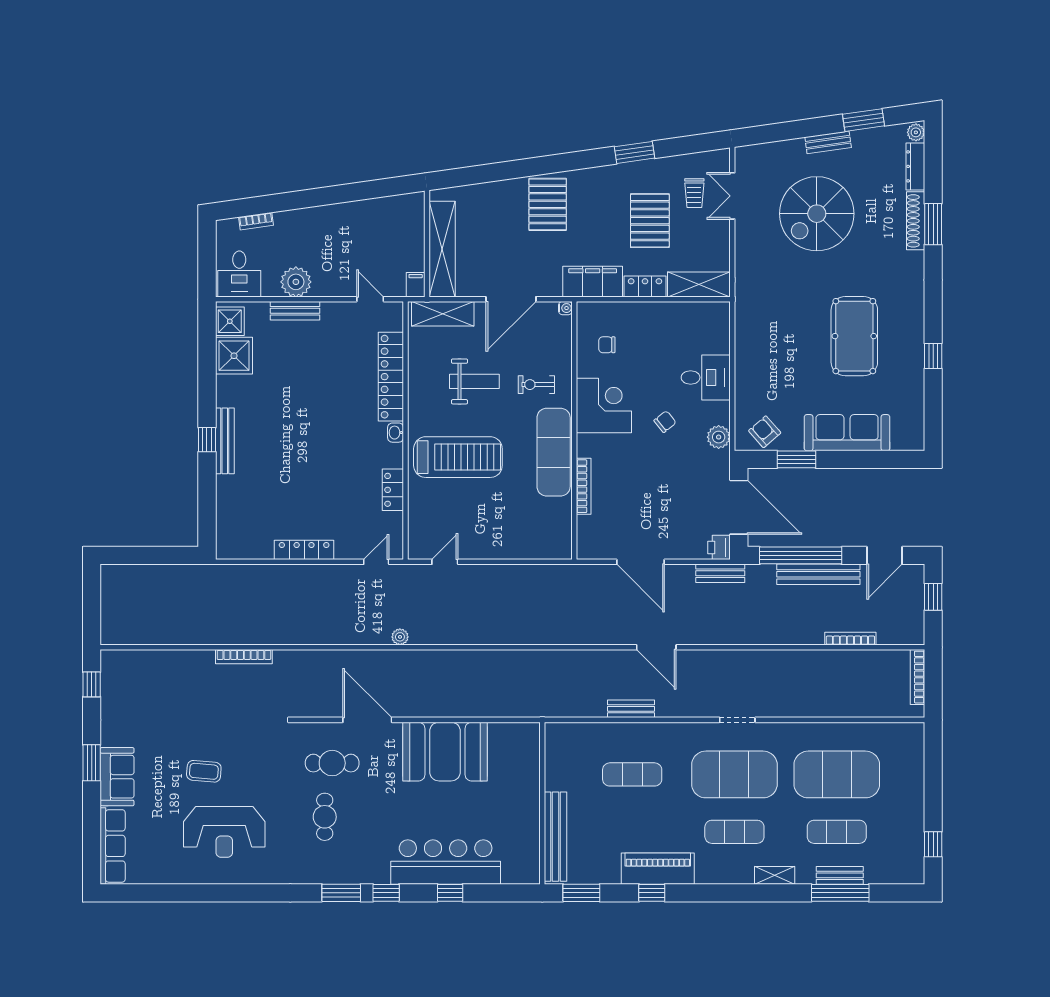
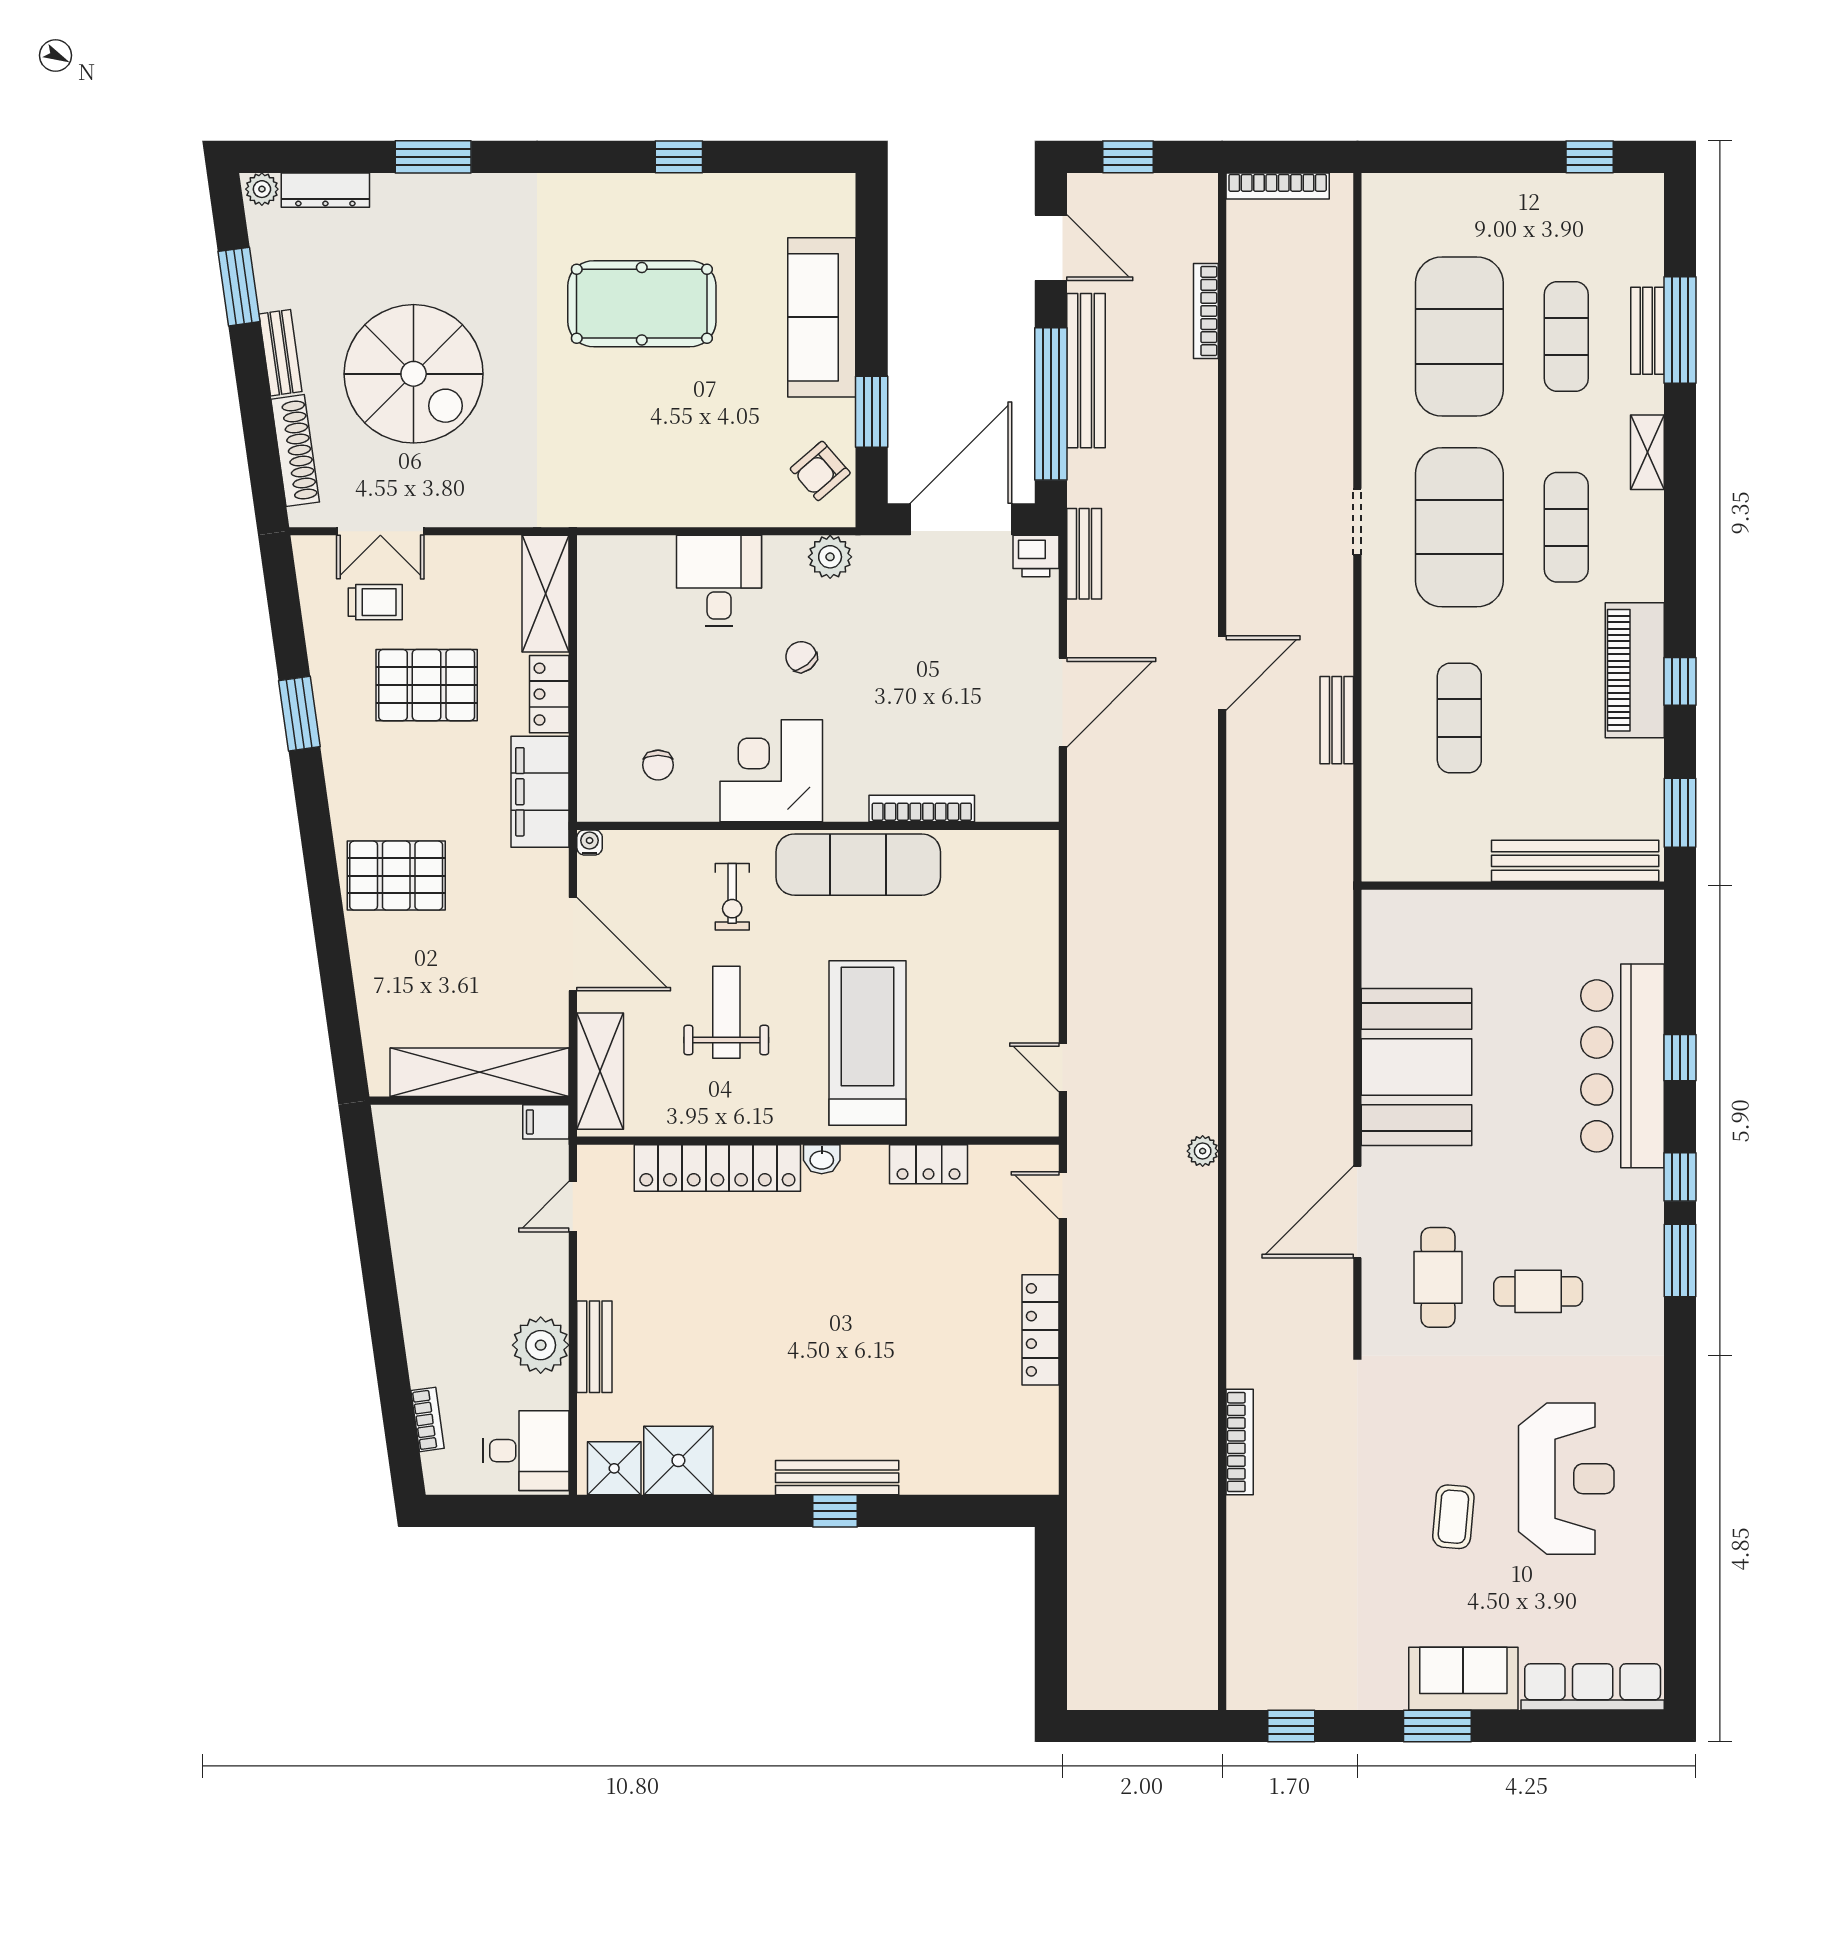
shoe rack: (916, 221) -> (295, 451), moved, turned -98

